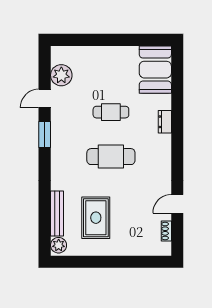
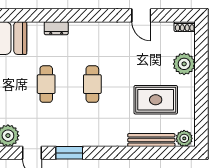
cafe table: (111, 157) -> (92, 84), width x0.73, depth x0.74
shoe rack: (166, 231) -> (185, 27), moved
plant: (130, 245) -> (184, 64), added

